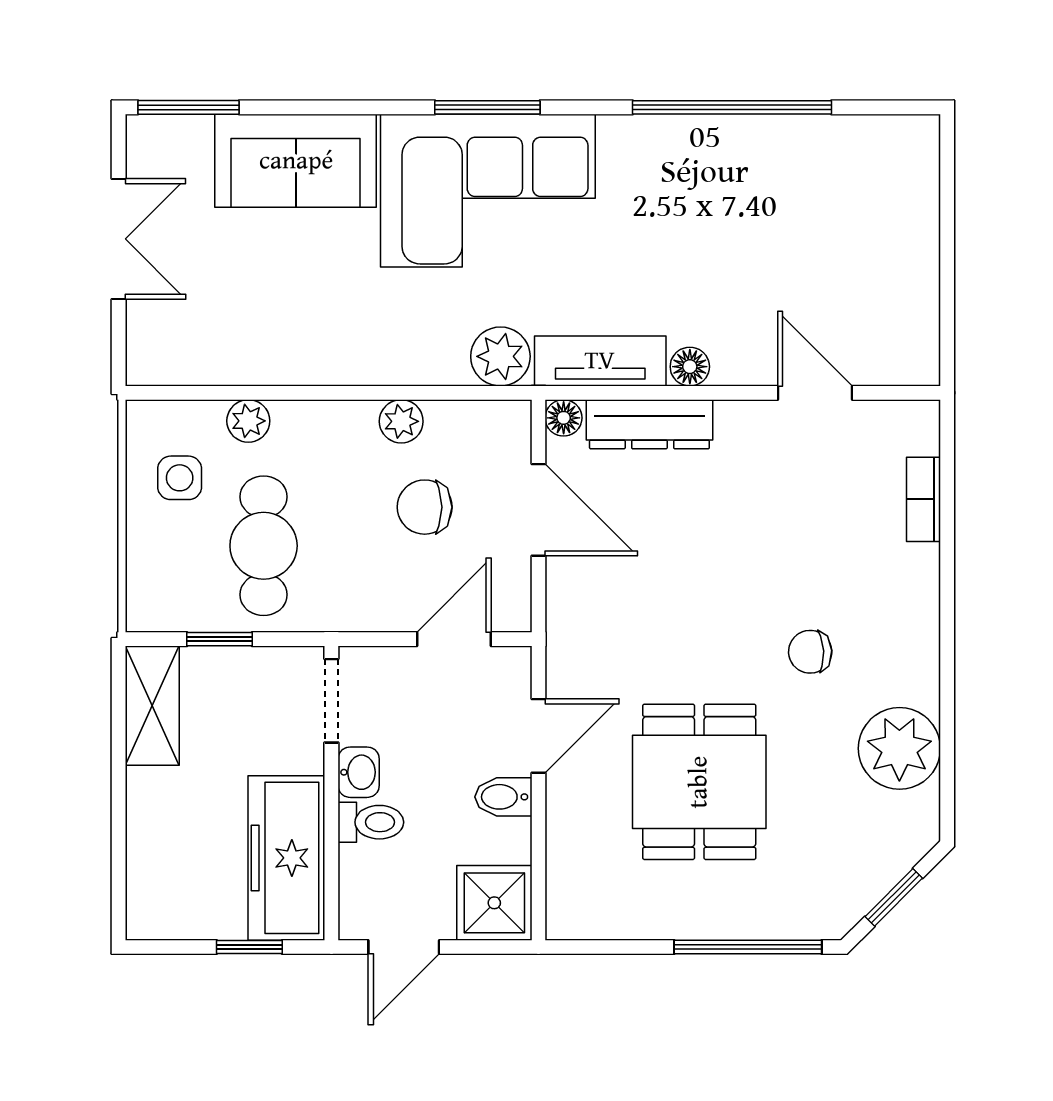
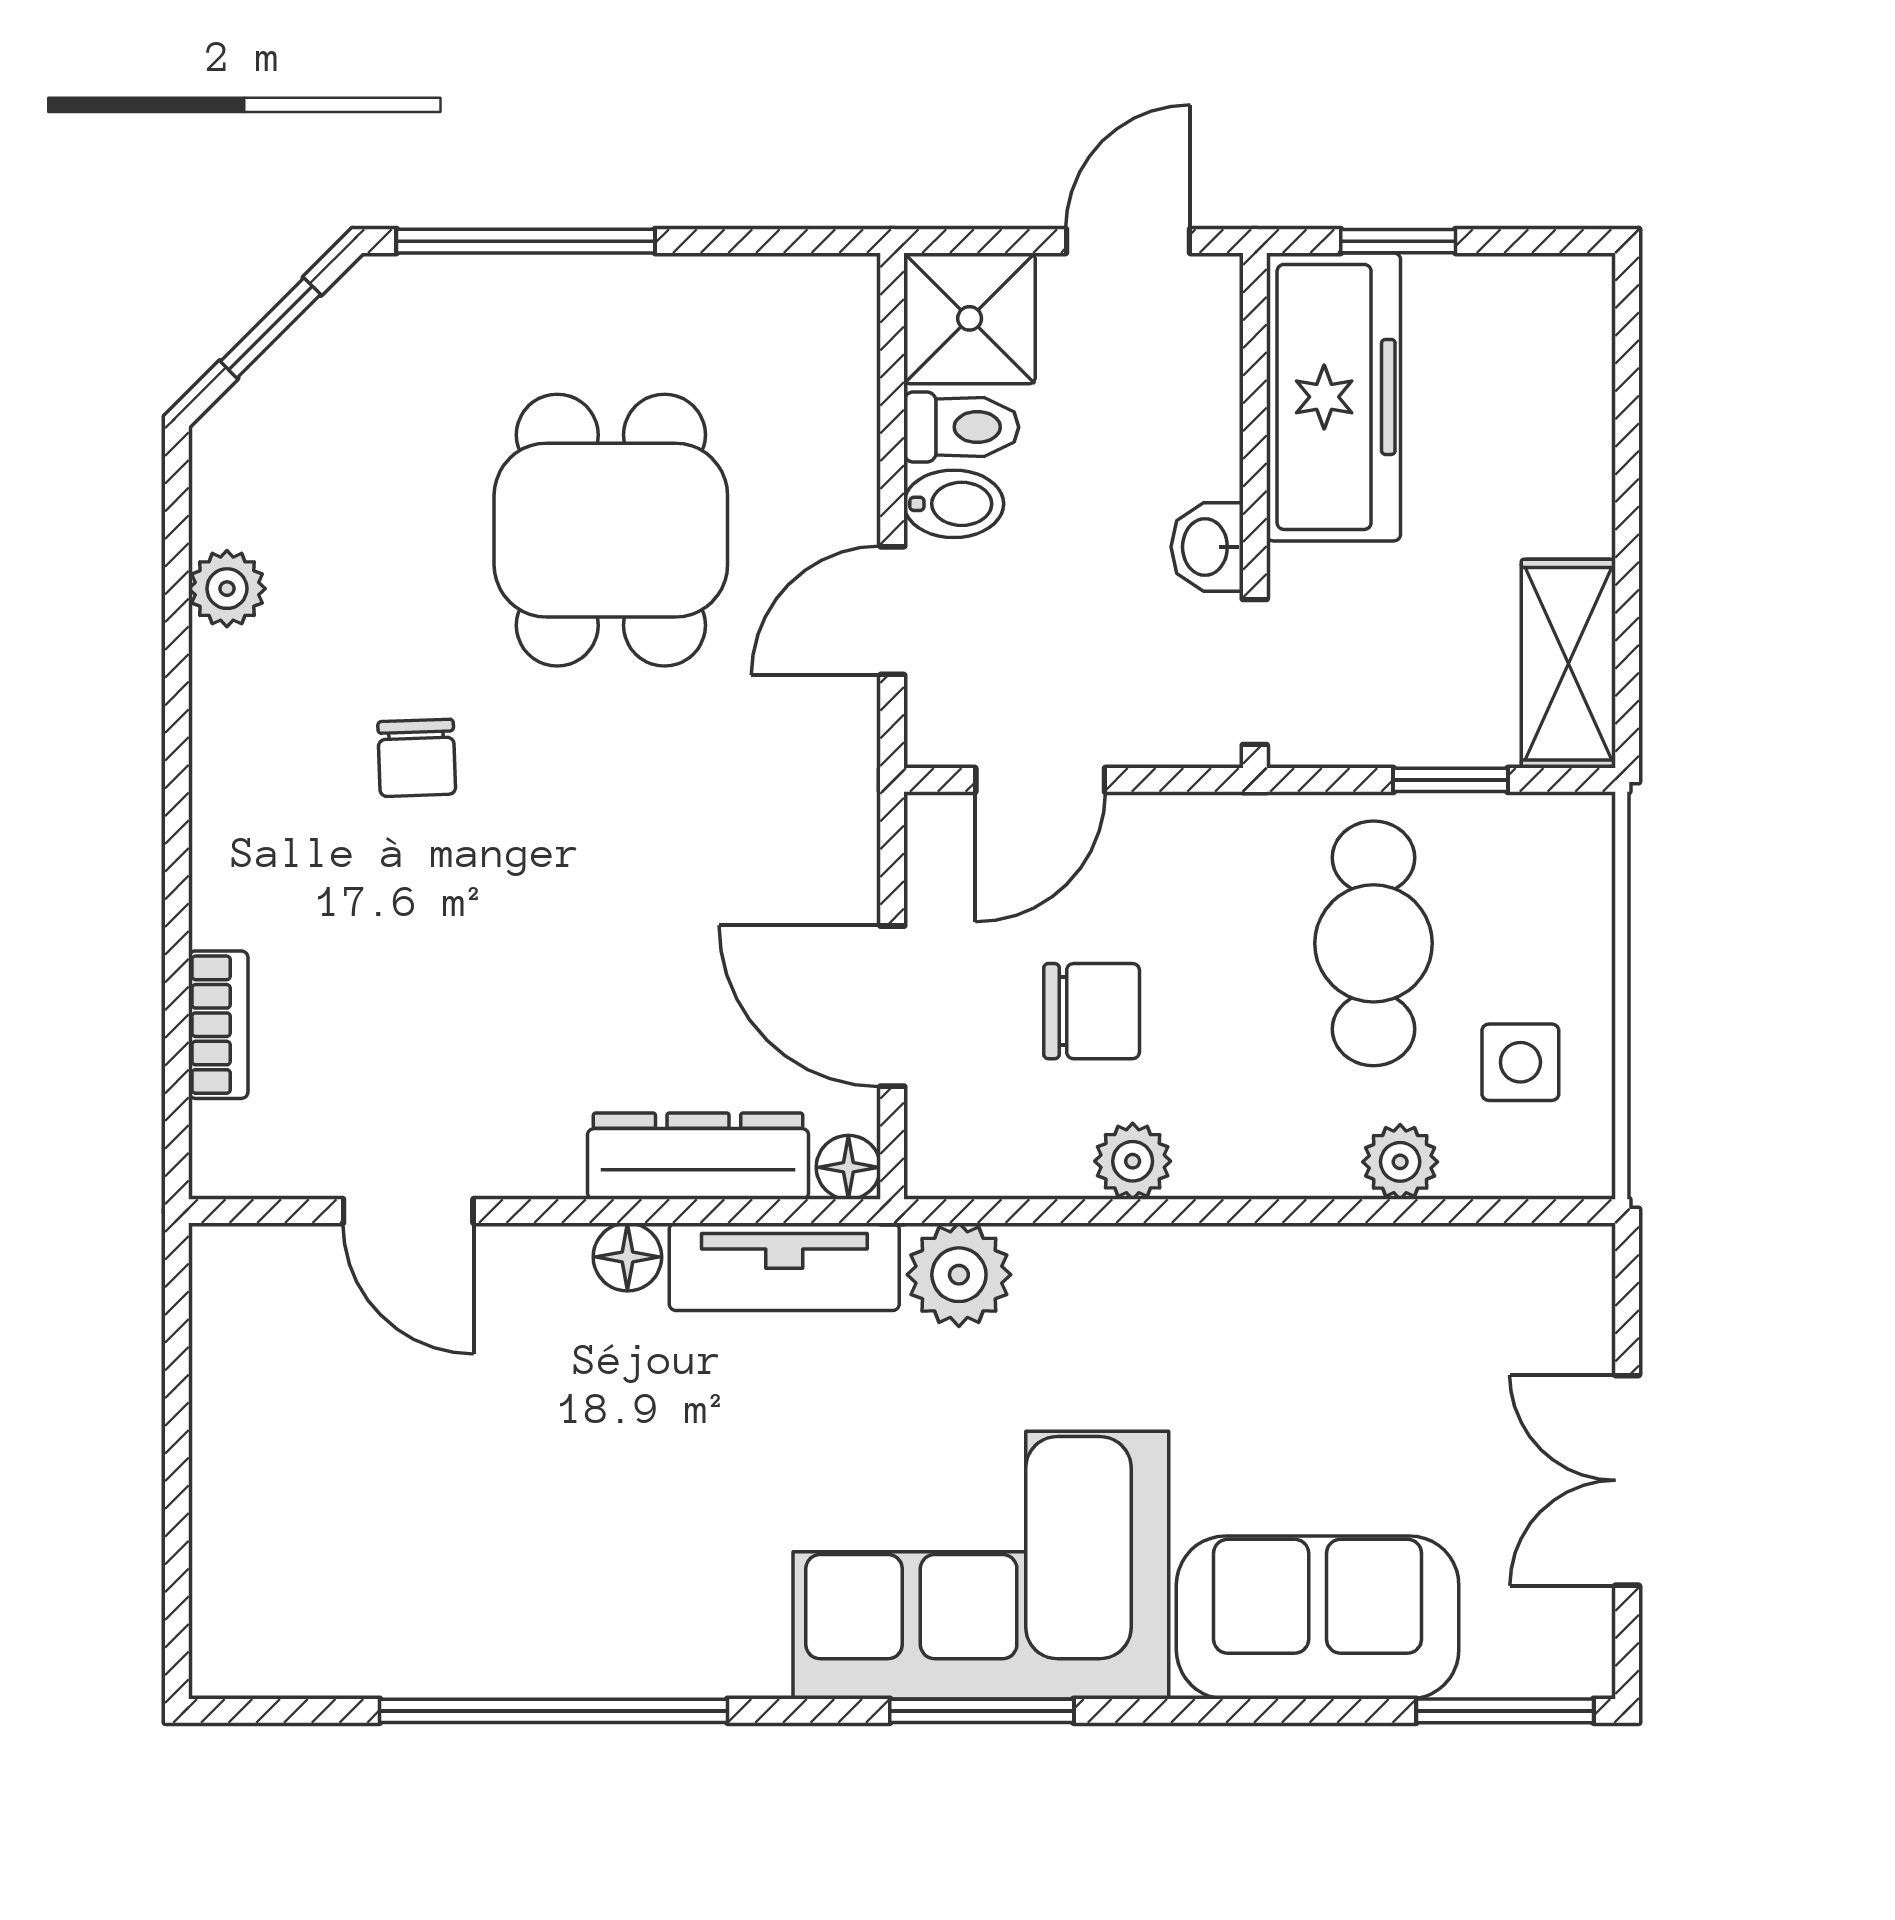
chair: (810, 652) -> (417, 758), turned 91
plant: (899, 748) -> (227, 589), width x0.53, depth x0.53
toilet: (371, 822) -> (961, 427), moved, turned 180

